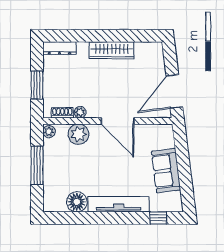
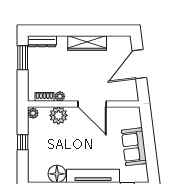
window: (37, 85) -> (23, 58), moved
door: (174, 91) -> (139, 64), moved
window: (37, 165) -> (23, 142), width x0.46

